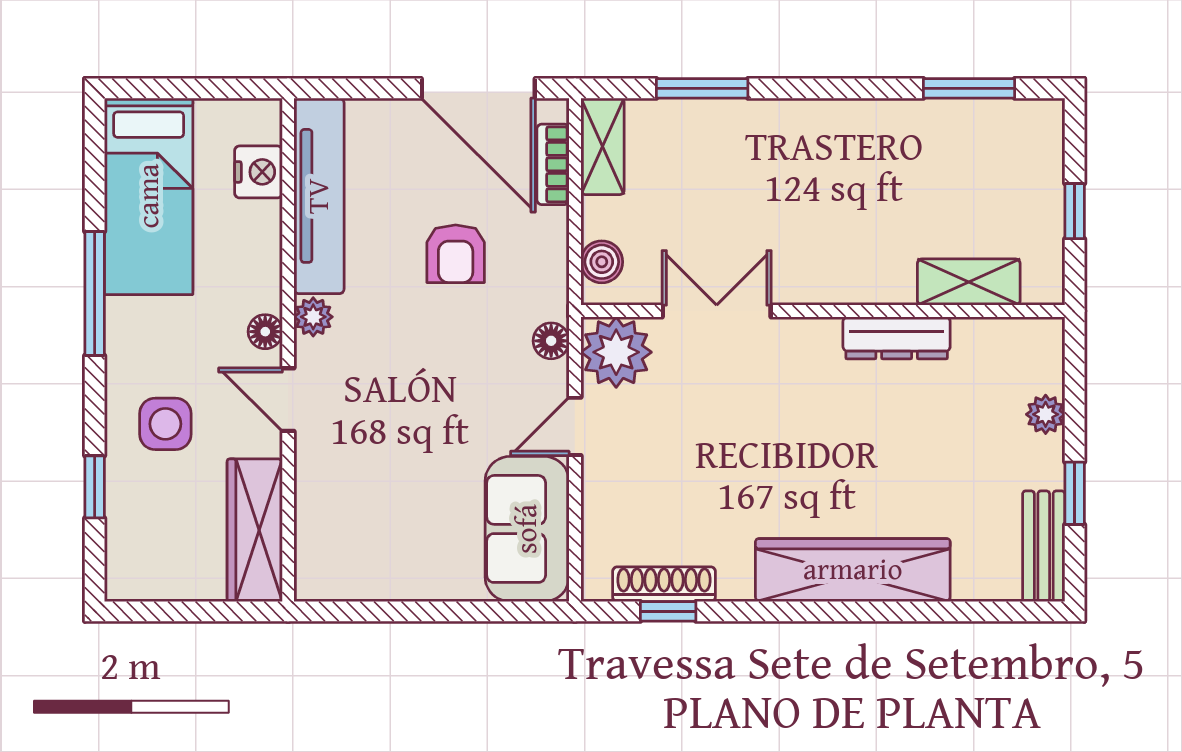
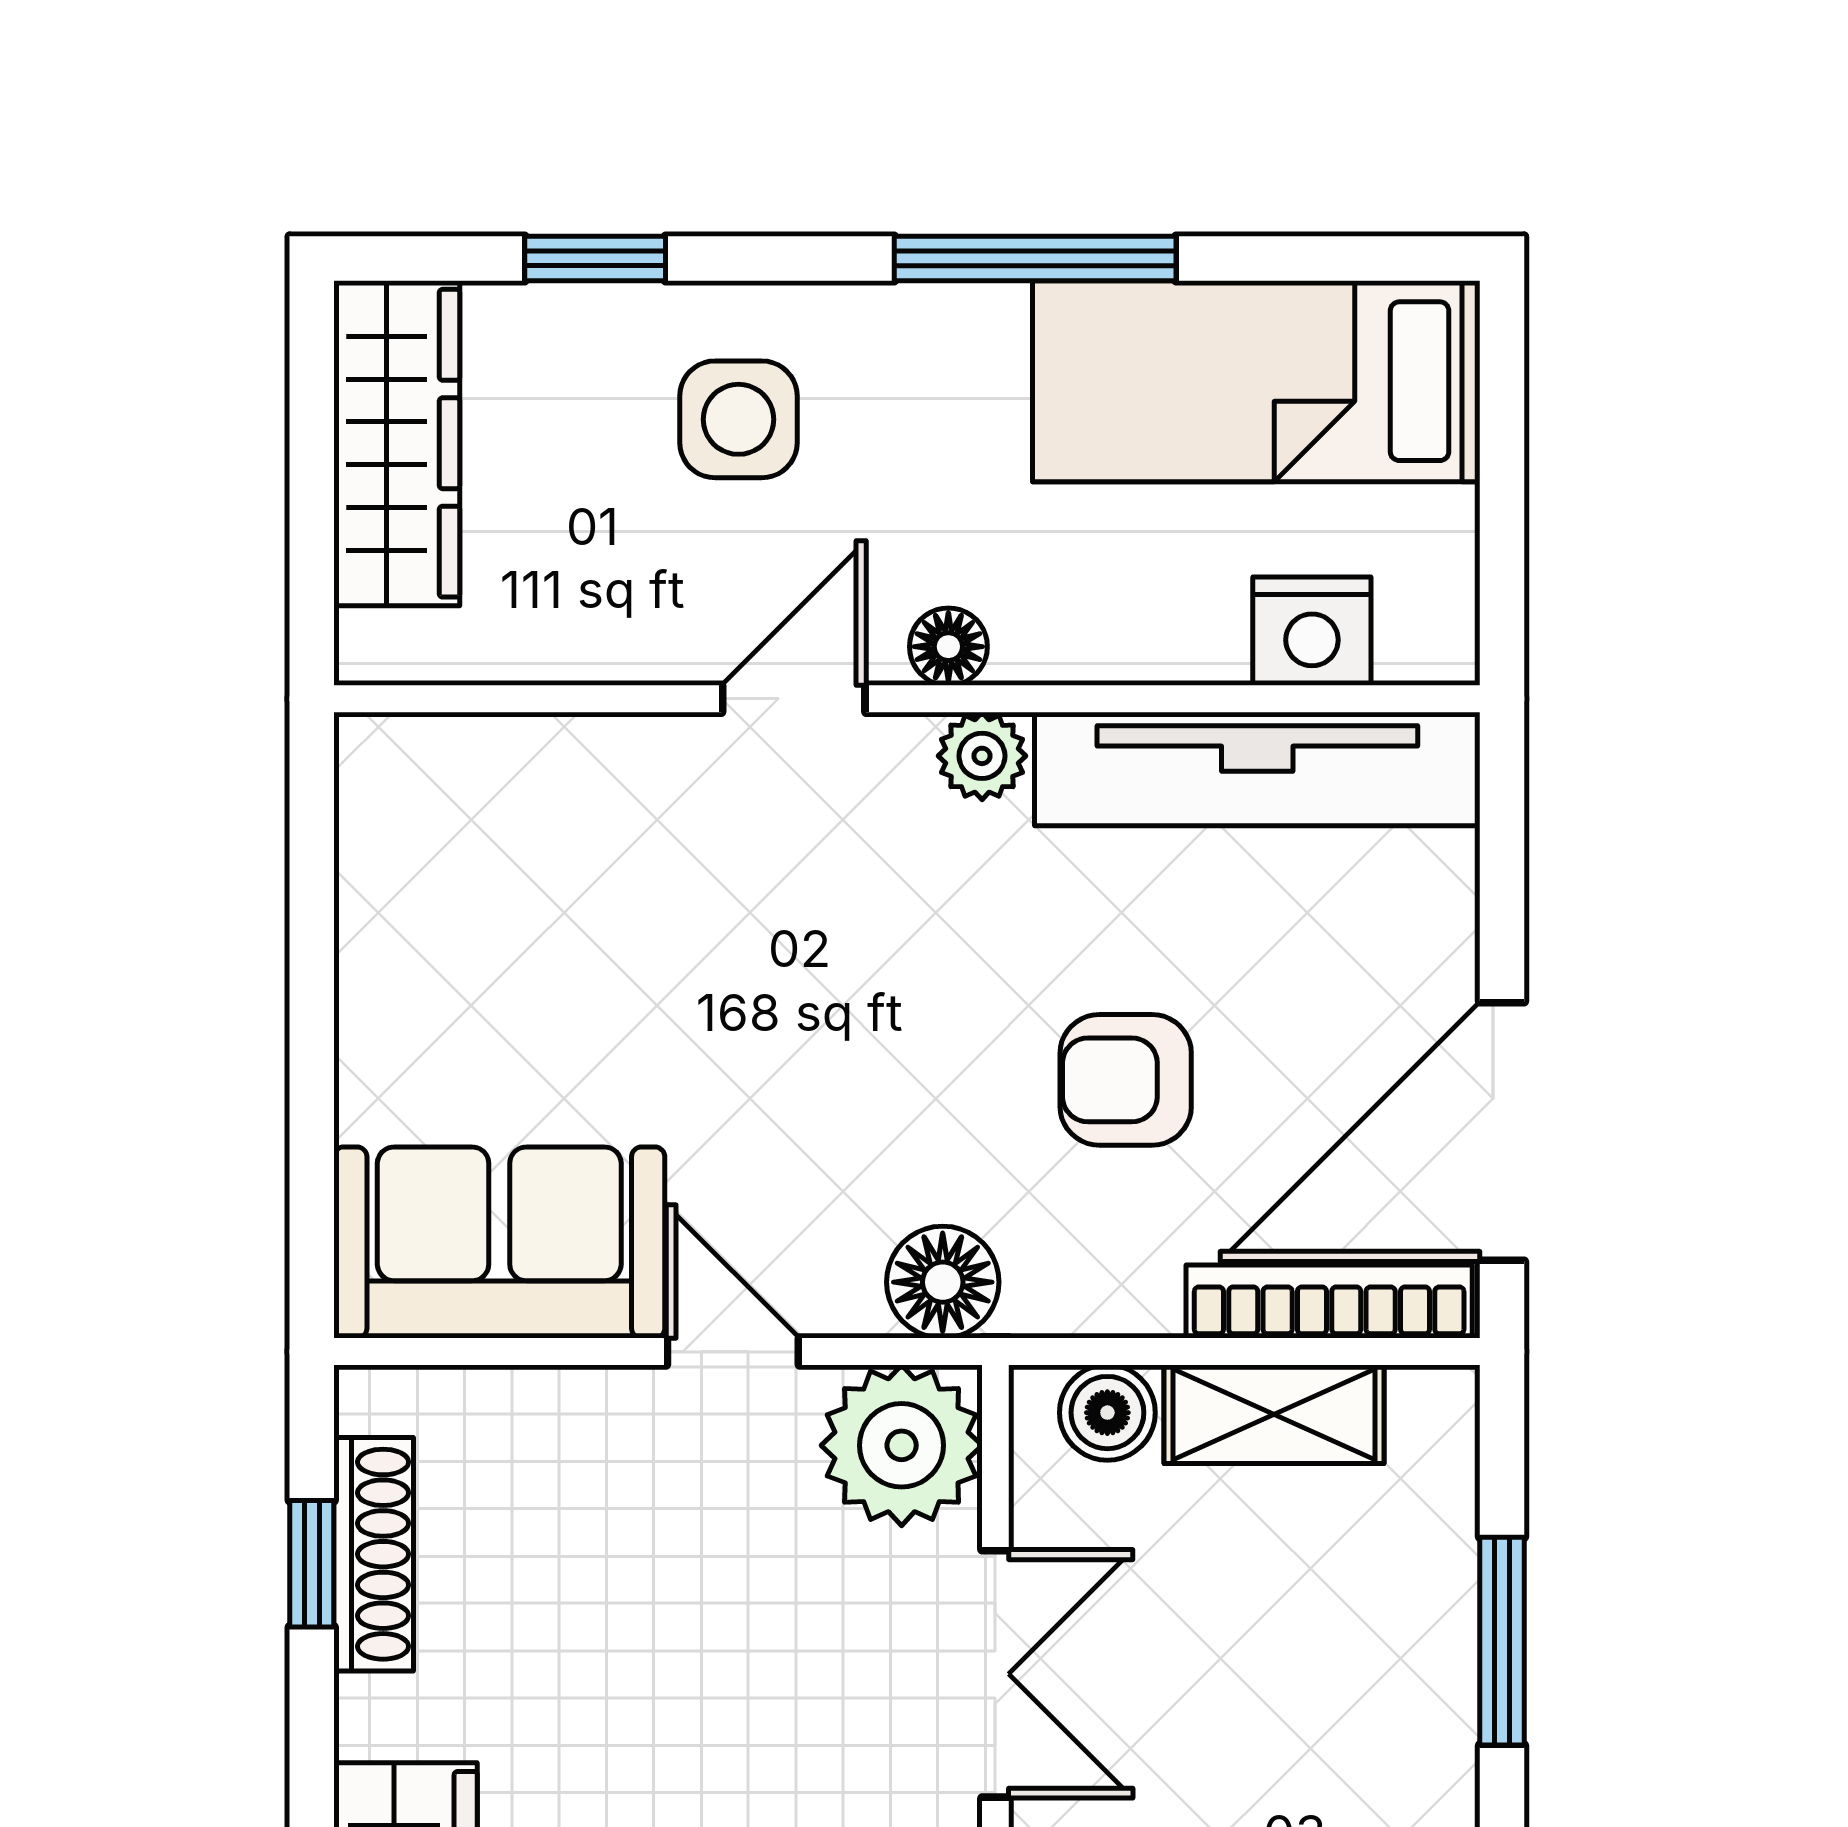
shelving: (602, 146) -> (1274, 1414), moved
bookcase: (553, 164) -> (1329, 1302), width x1.56
floor lamp: (551, 341) -> (943, 1282), width x1.37, depth x1.37
wardrobe: (255, 530) -> (397, 443), moved, turned 90

